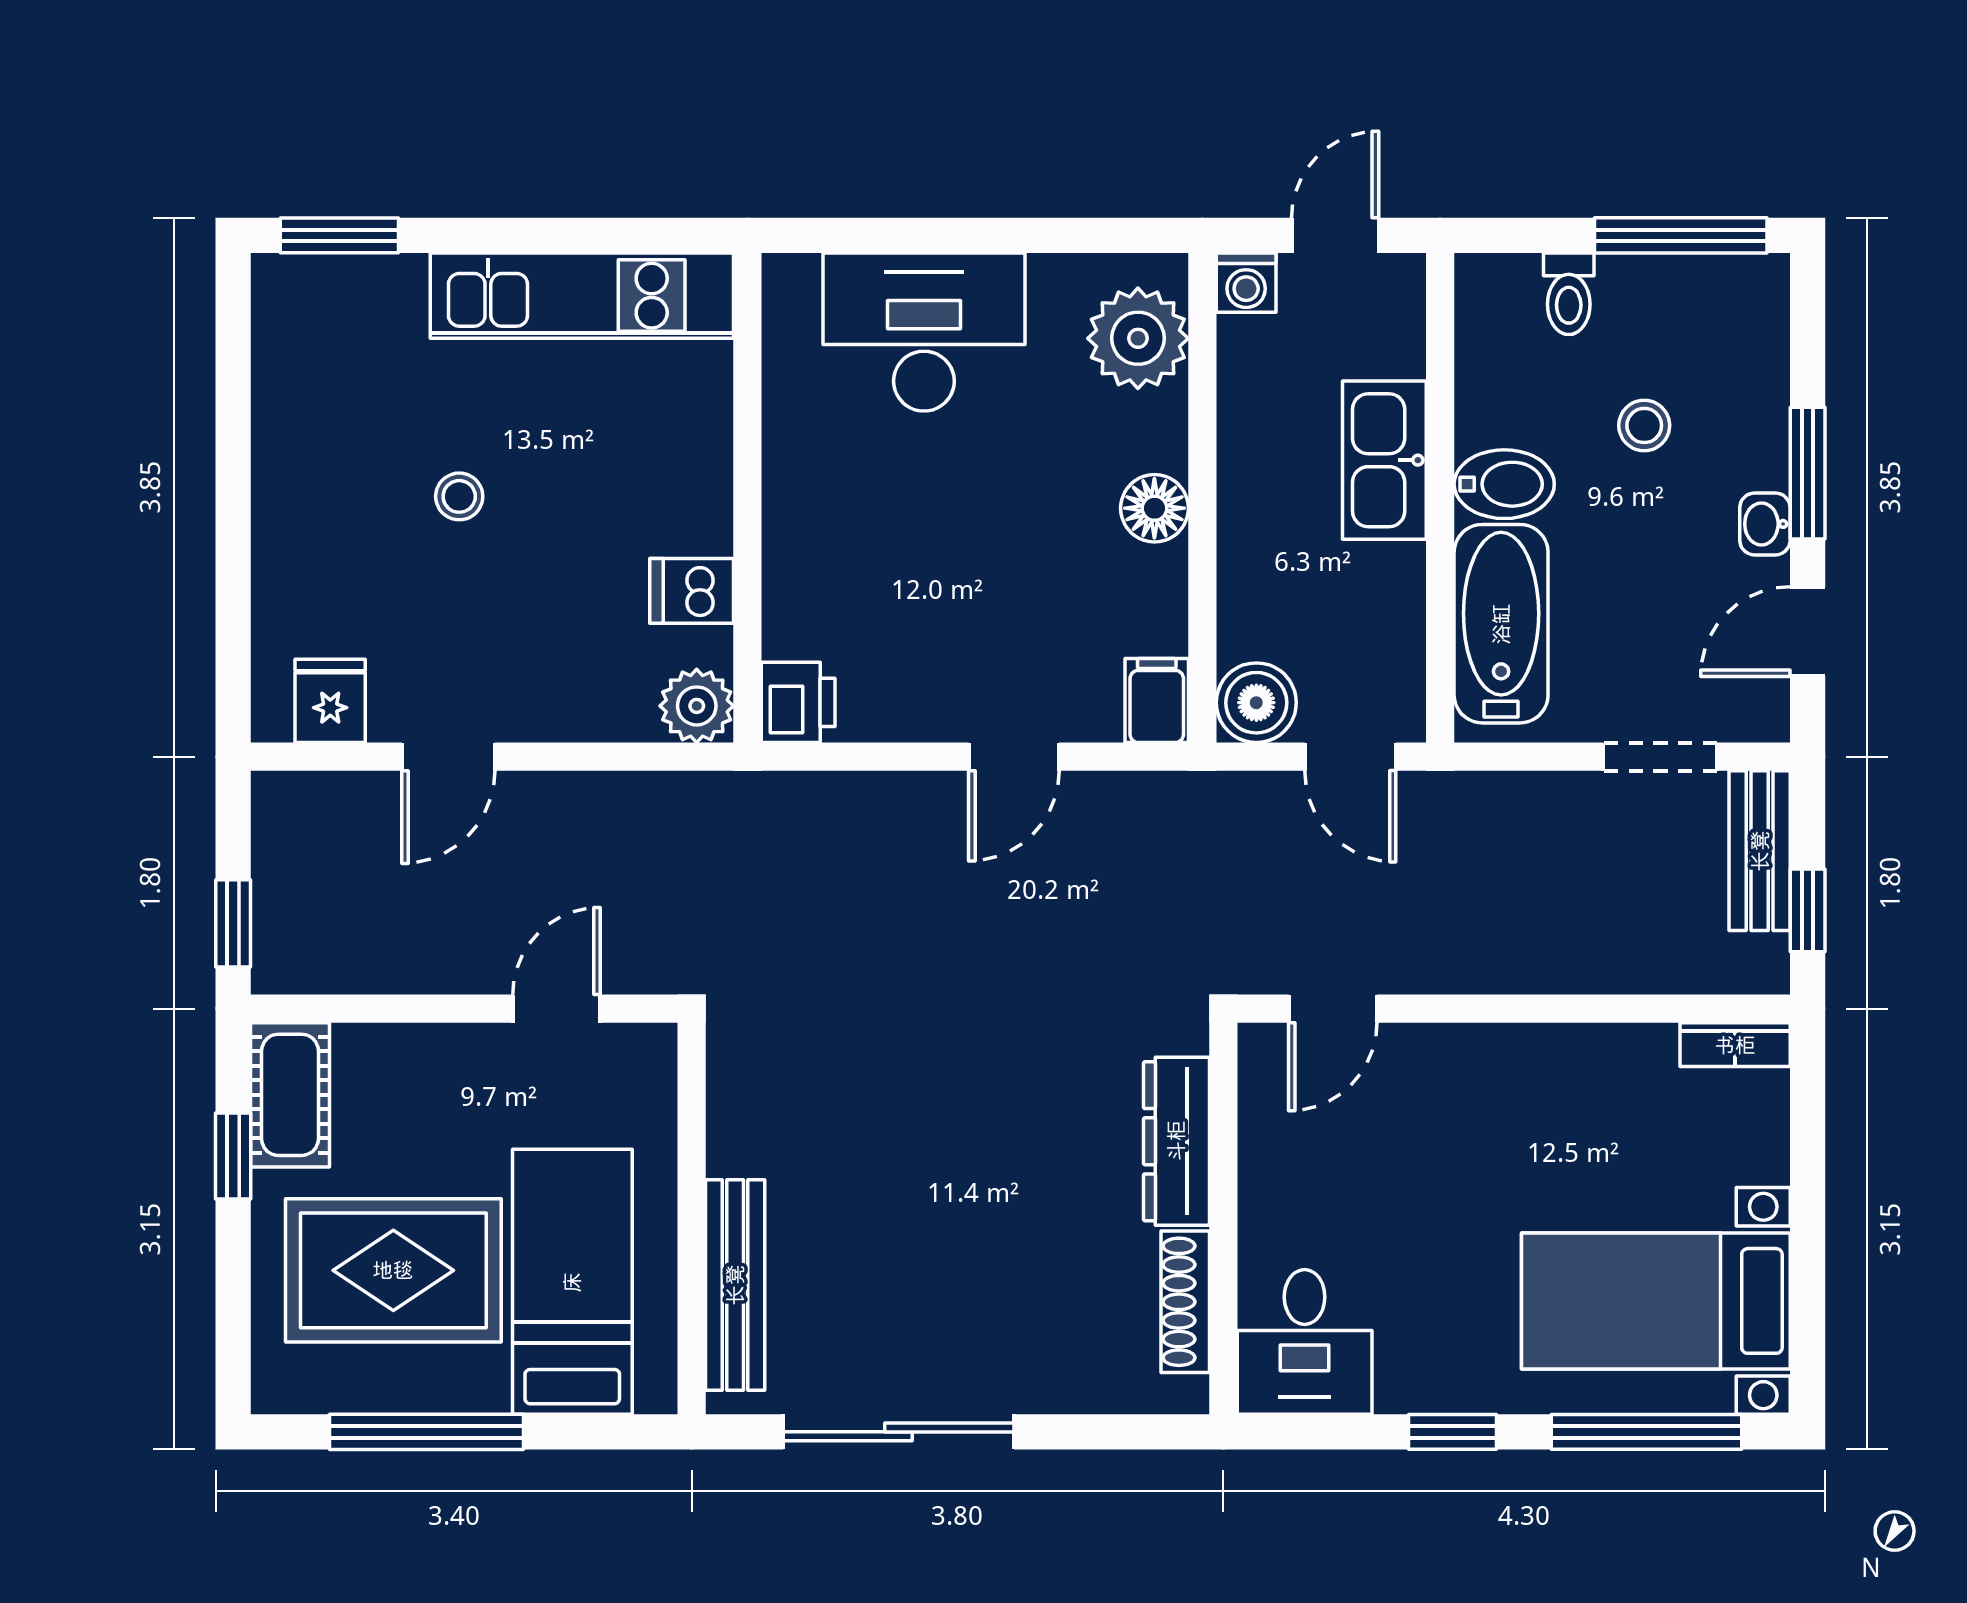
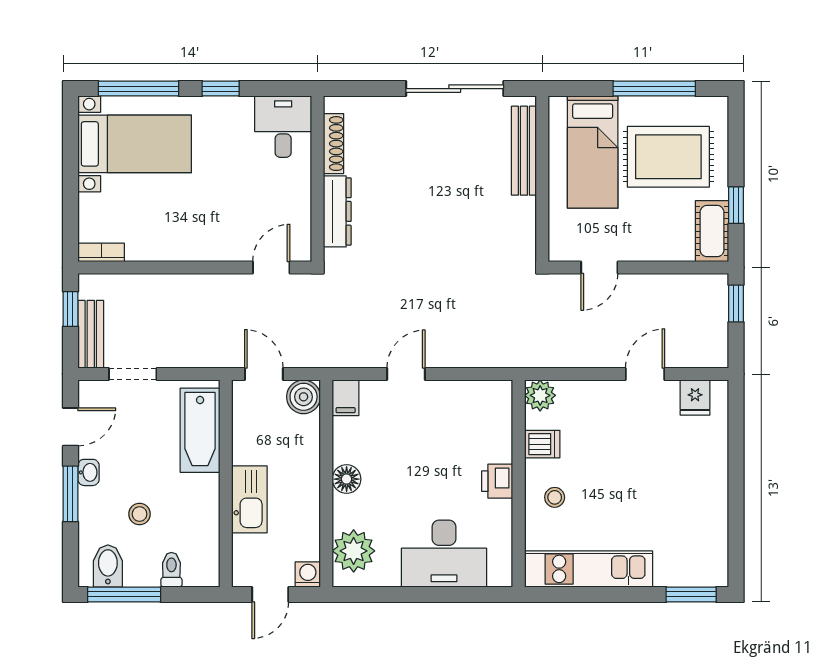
bidet: (1504, 484) -> (108, 566), moved, turned 90
stool: (459, 496) -> (555, 497), moved
printer: (798, 702) -> (497, 481), moved

